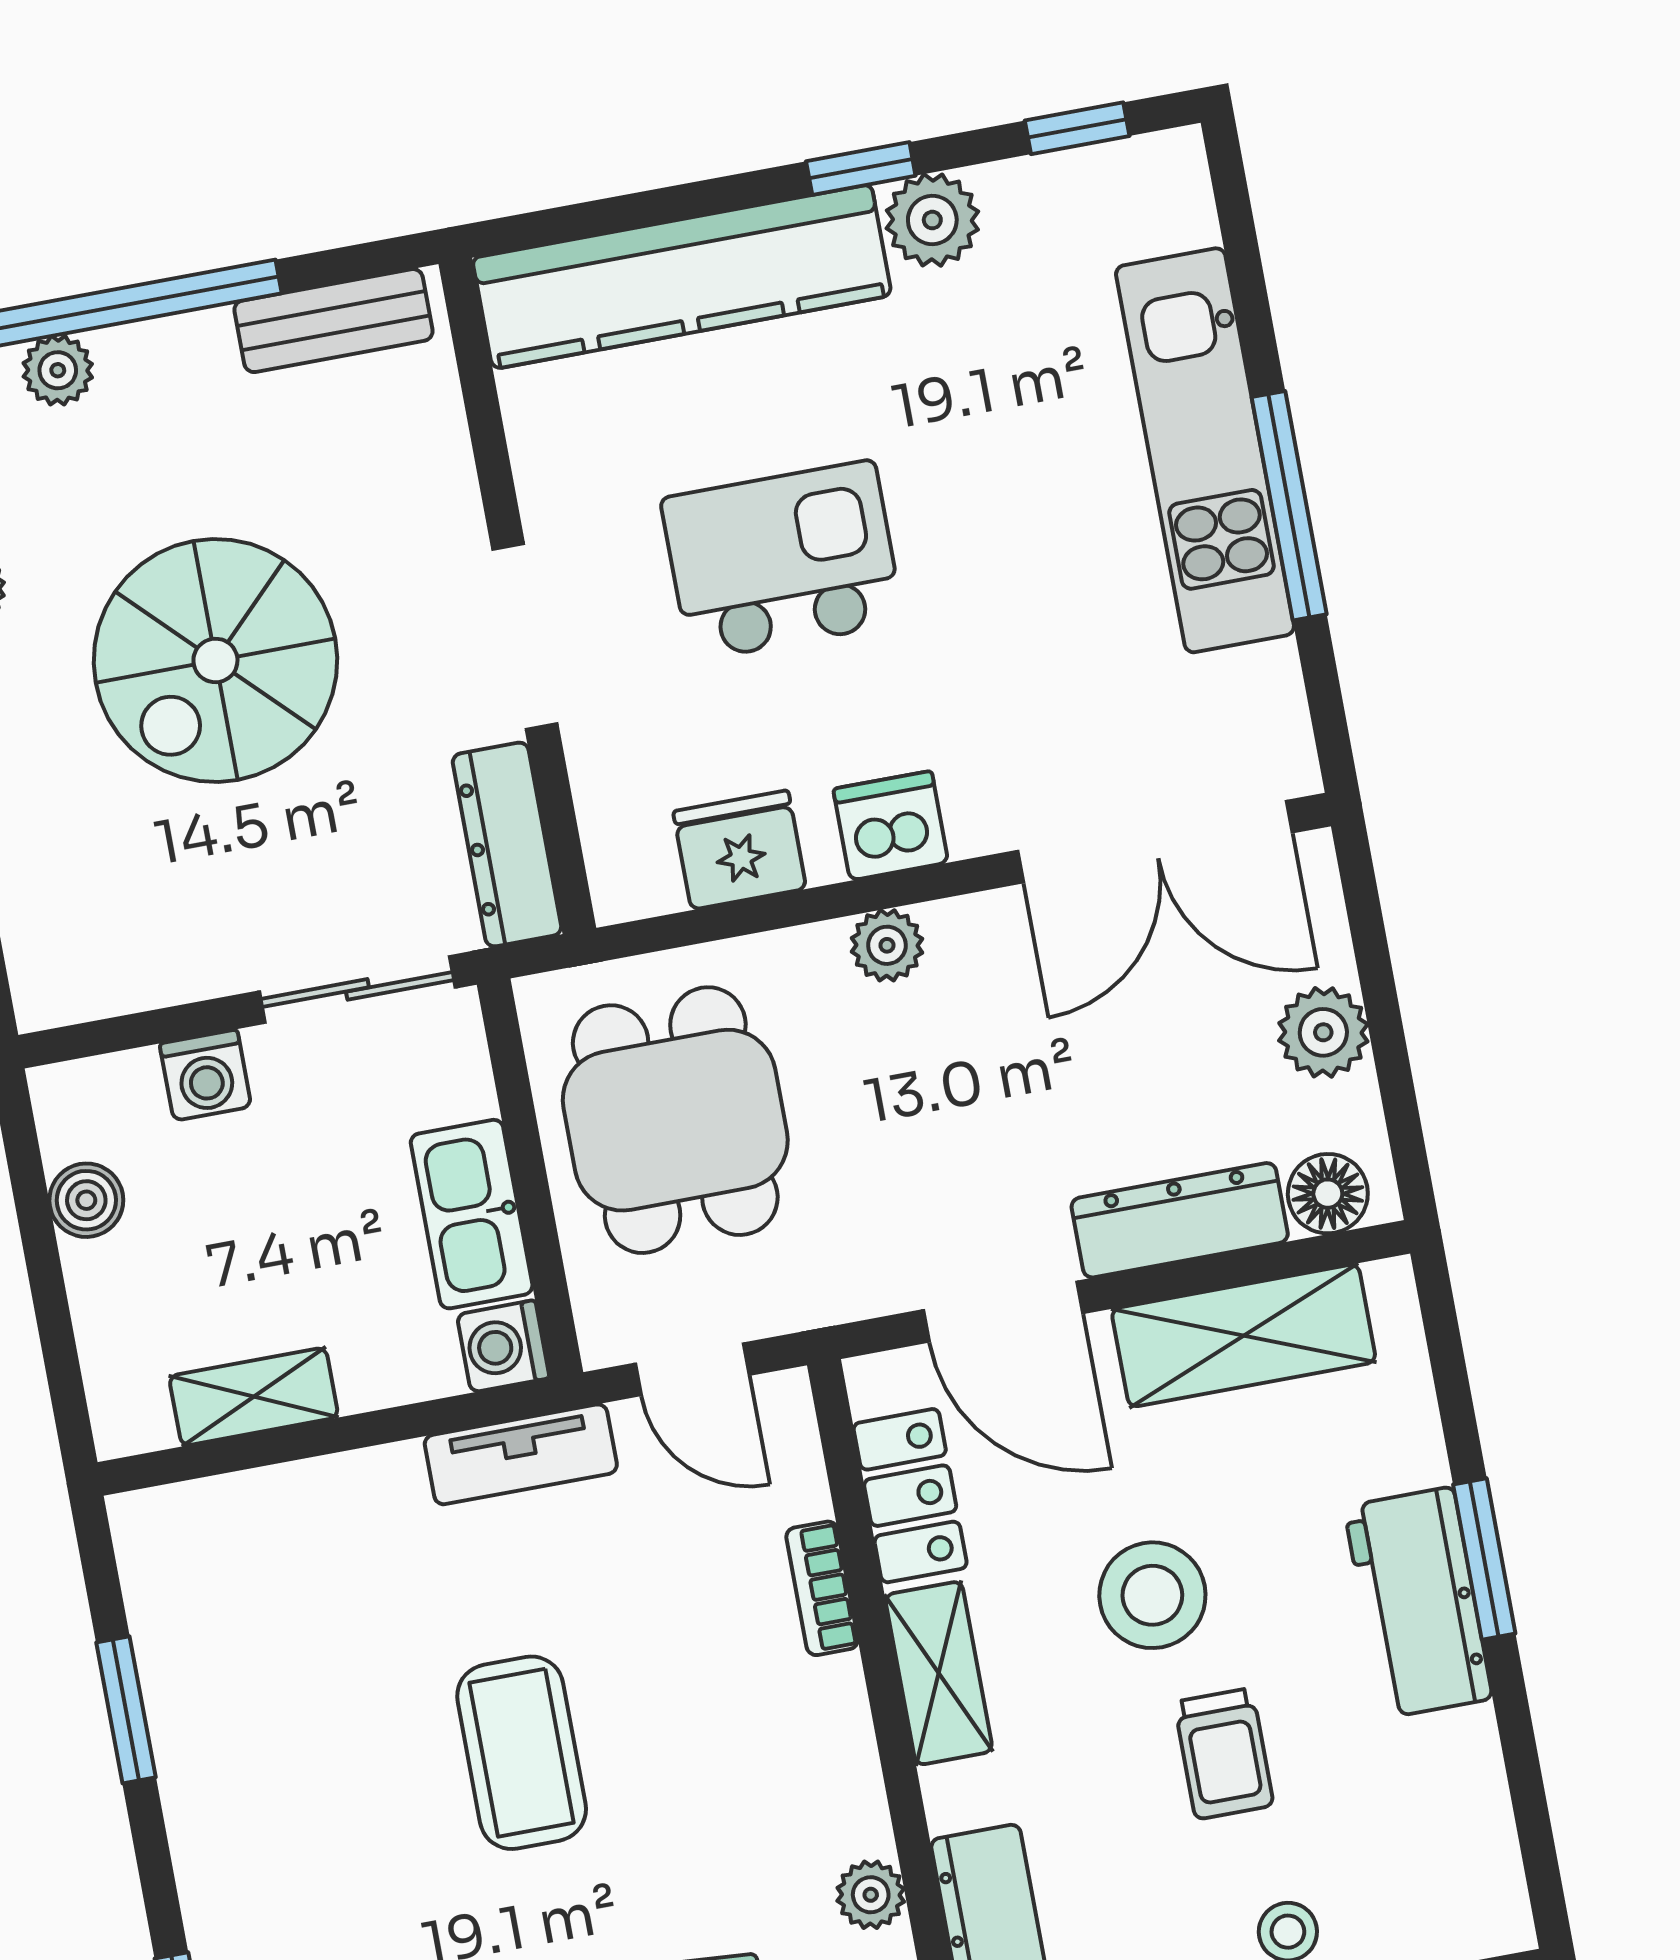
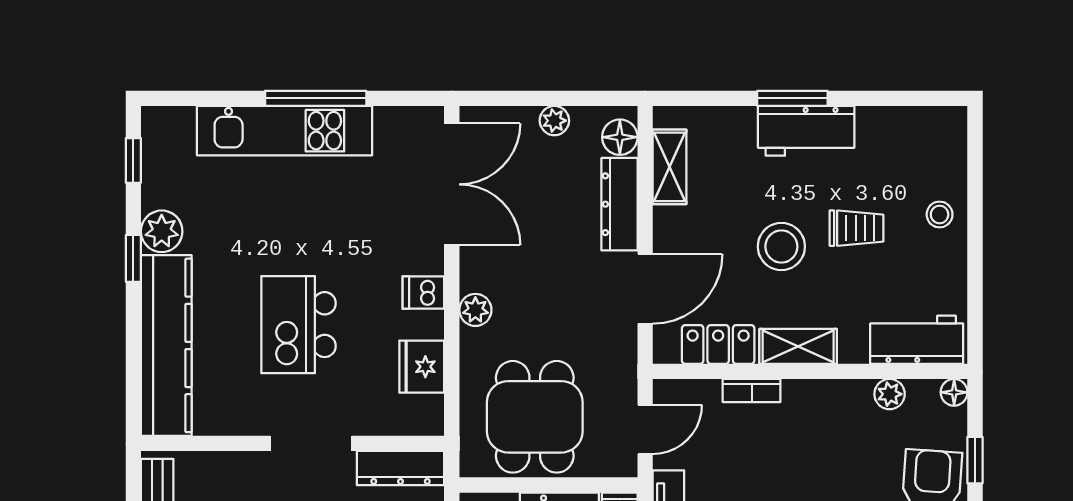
dishwasher: (891, 826) -> (423, 292), width x0.73
plant: (1323, 1032) -> (554, 121), width x0.73, depth x0.73
dining table: (675, 1120) -> (535, 417), turned 90
shelving: (1244, 1336) -> (670, 167), width x0.67, depth x0.75

